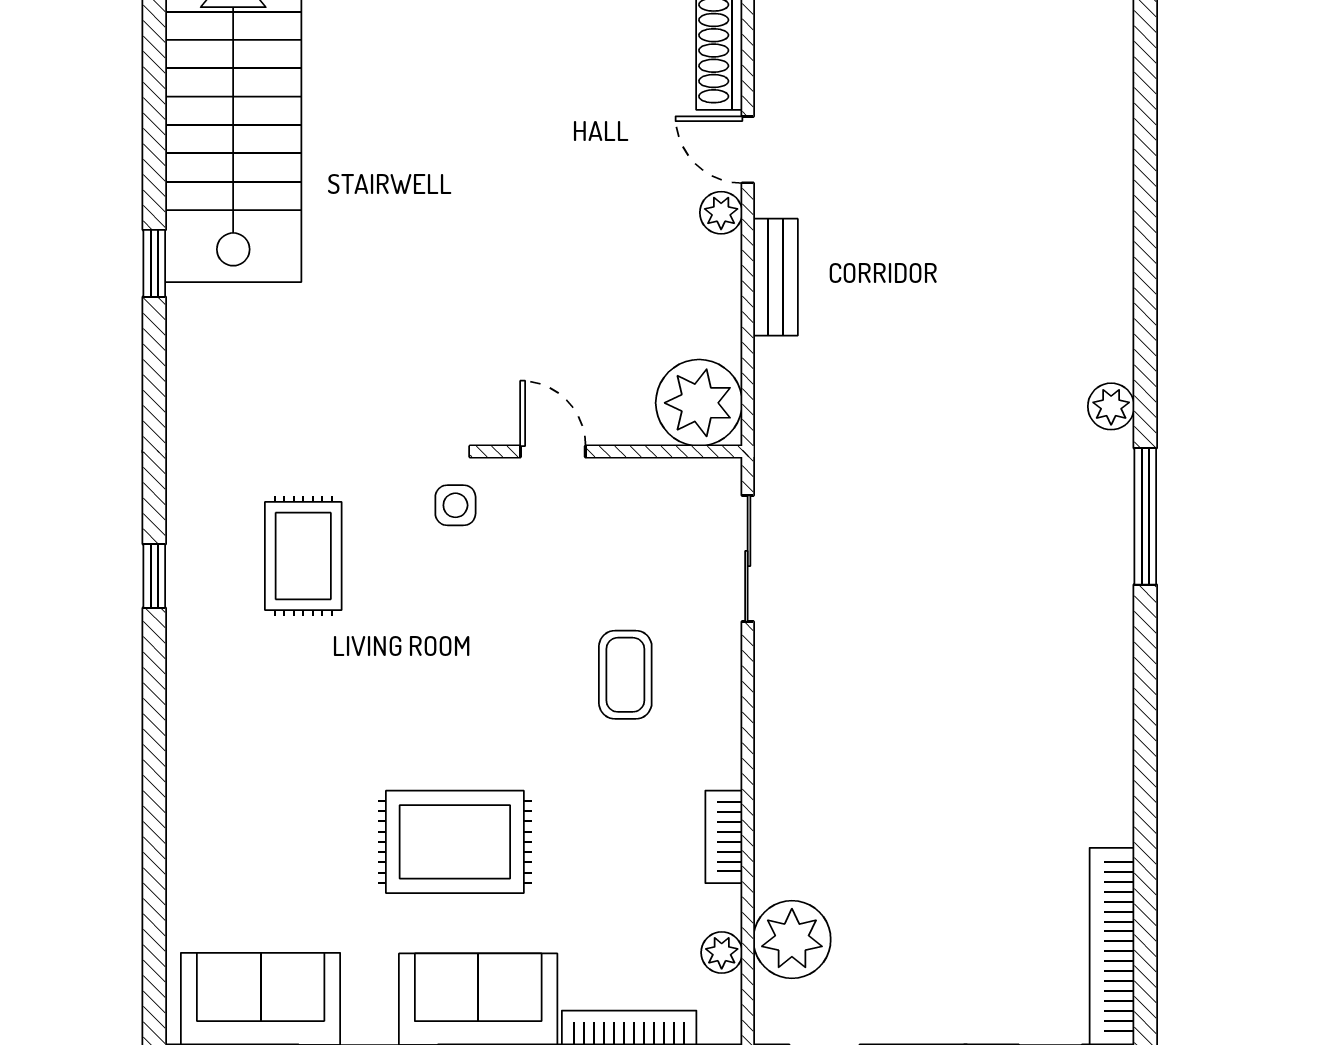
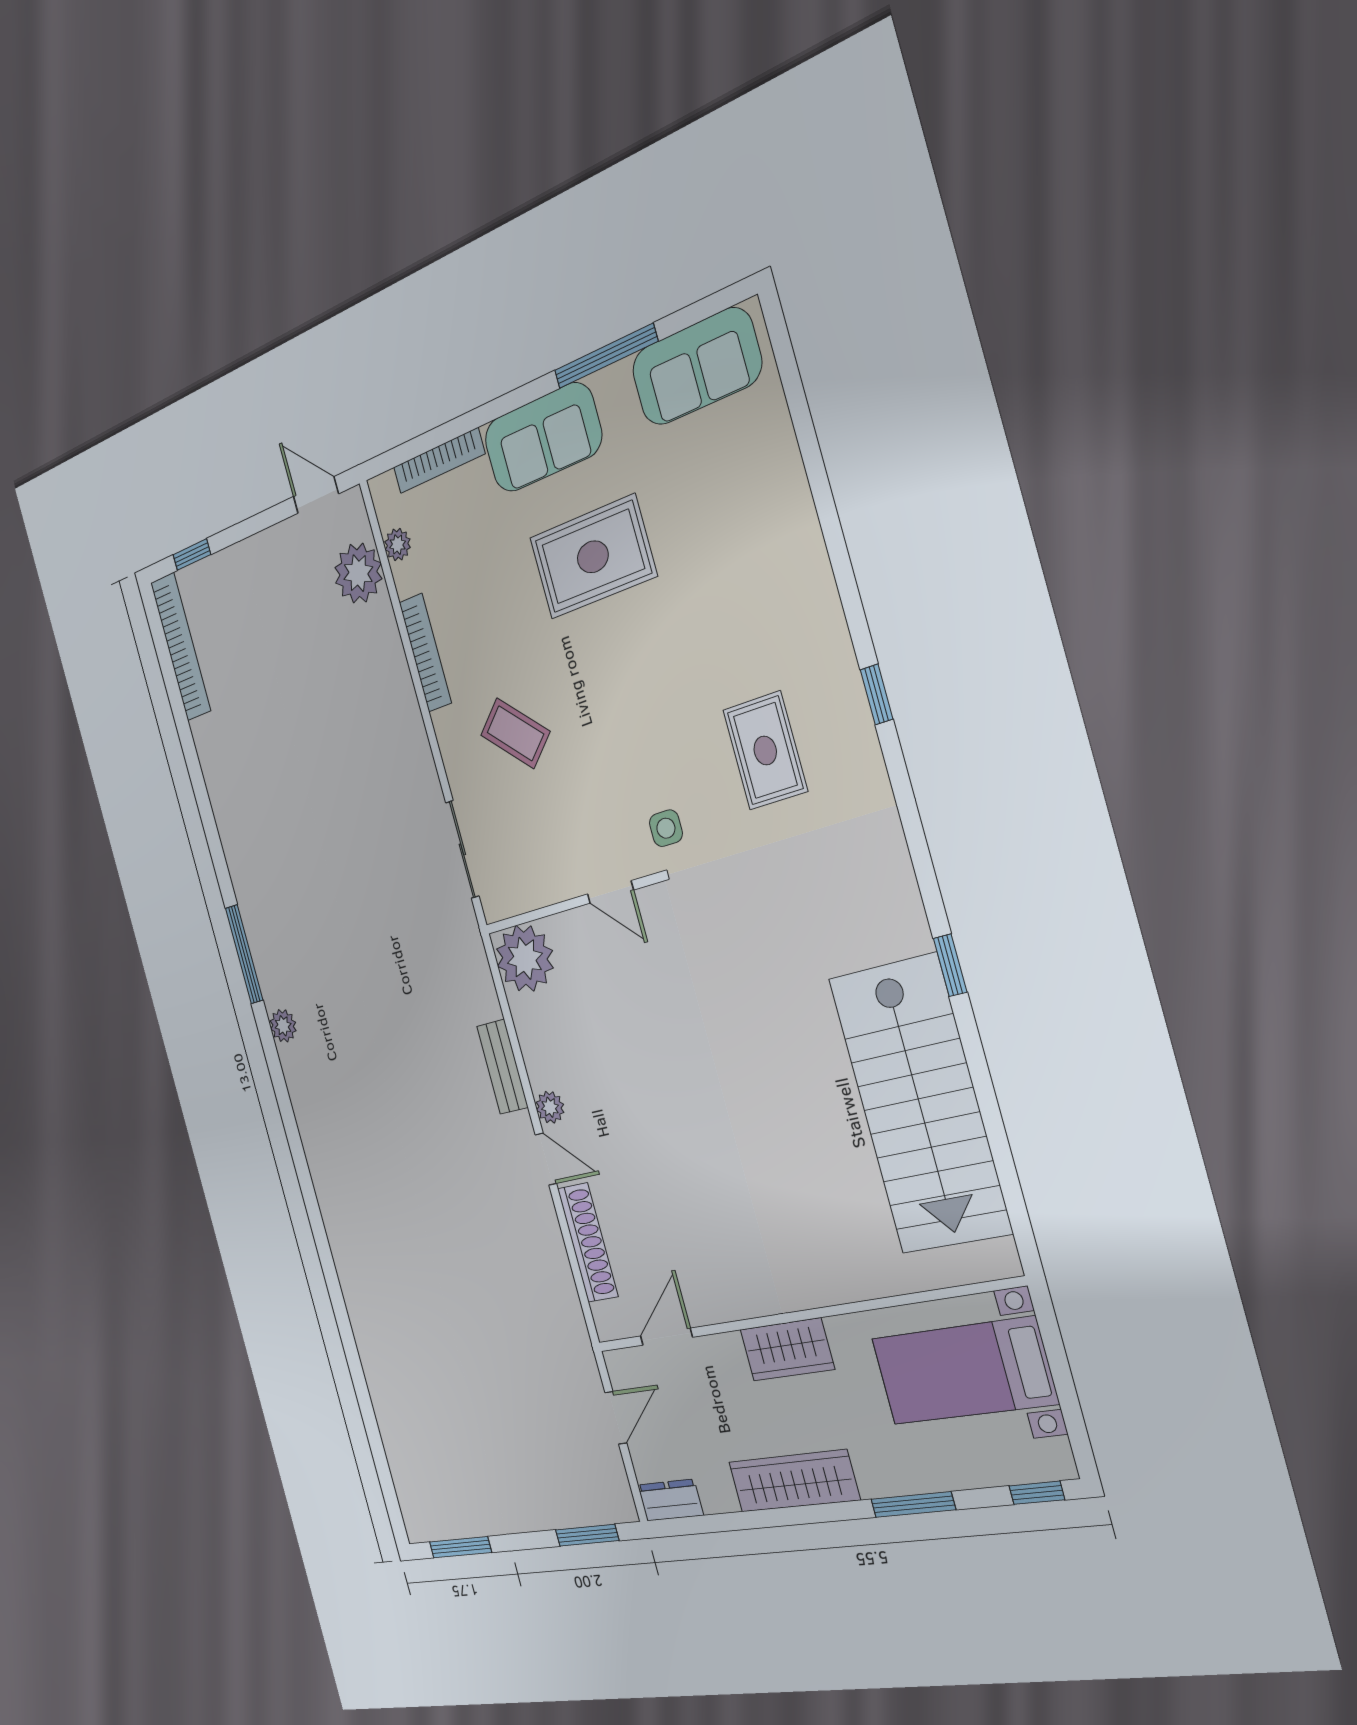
coffee table: (625, 675) -> (515, 733), turned -45
bookcase: (724, 837) -> (425, 653), width x1.56

